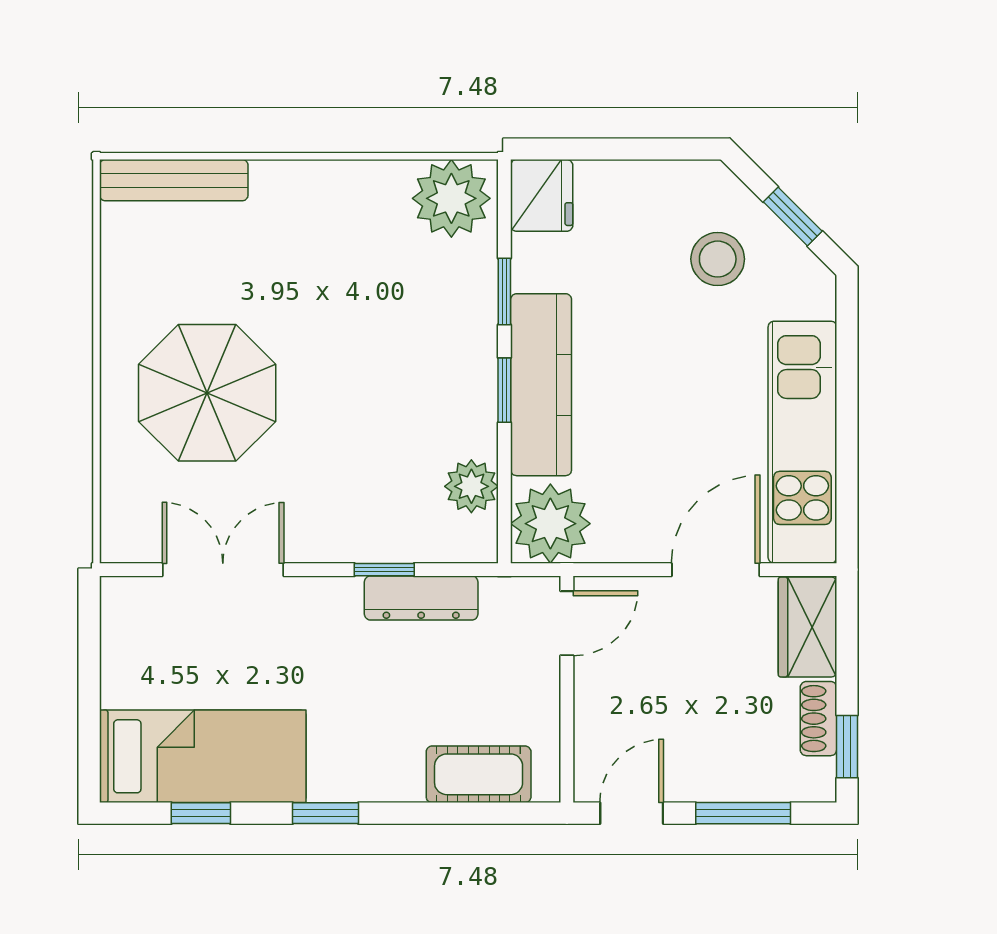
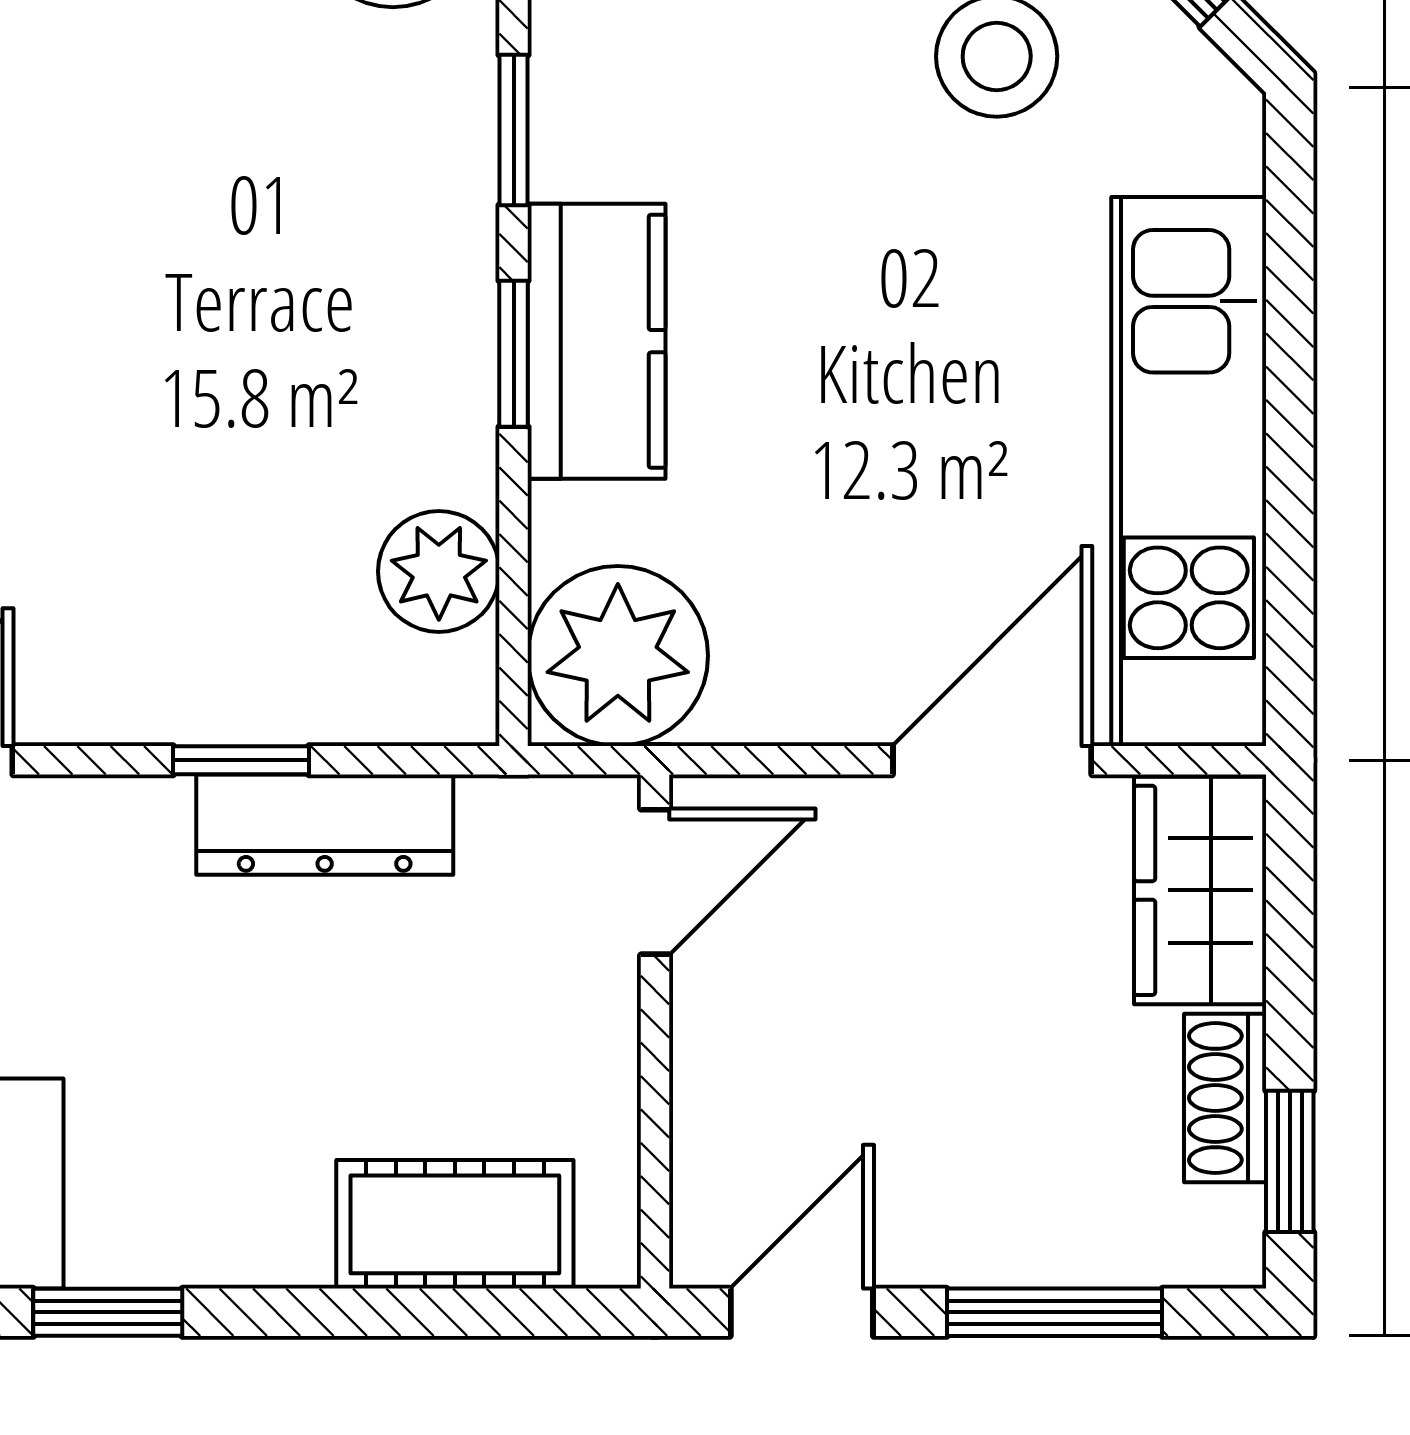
kitchen counter: (541, 385) -> (596, 341), width x0.67

